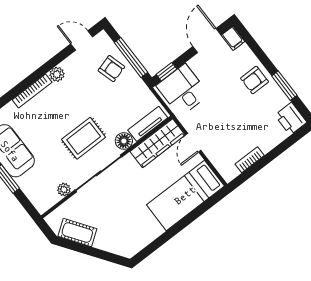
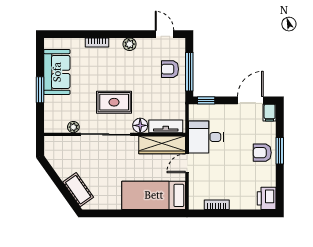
armchair: (111, 69) -> (170, 69), turned 106
window: (284, 86) -> (280, 151), moved
desk: (183, 90) -> (206, 137), moved, turned -90
bookcase: (32, 91) -> (97, 42), width x0.64
cot: (77, 232) -> (78, 190), moved

